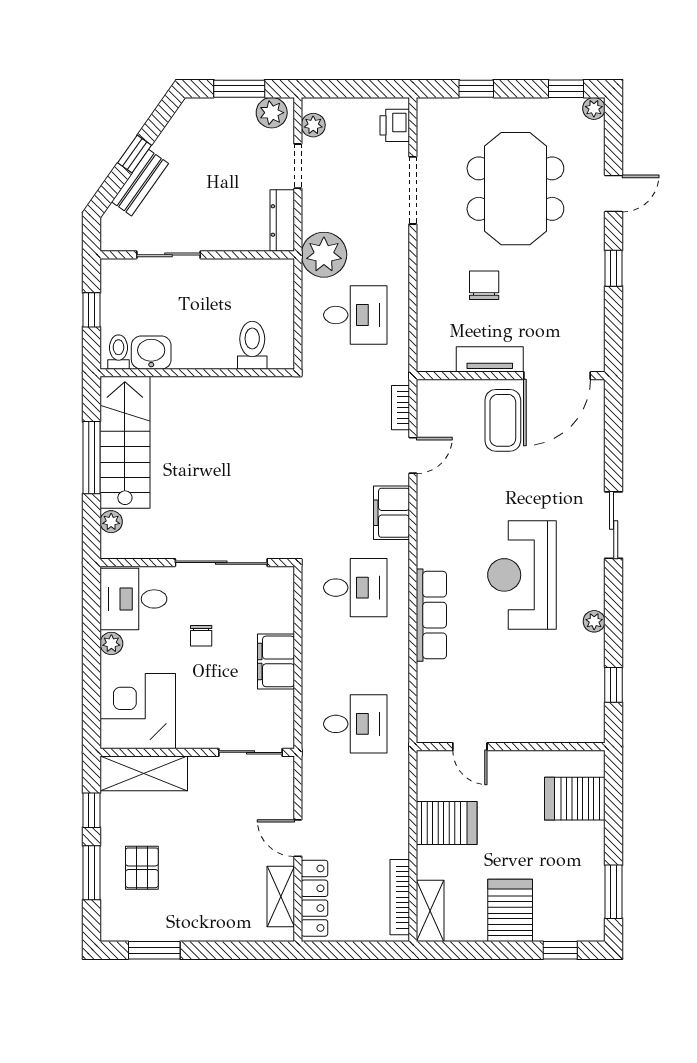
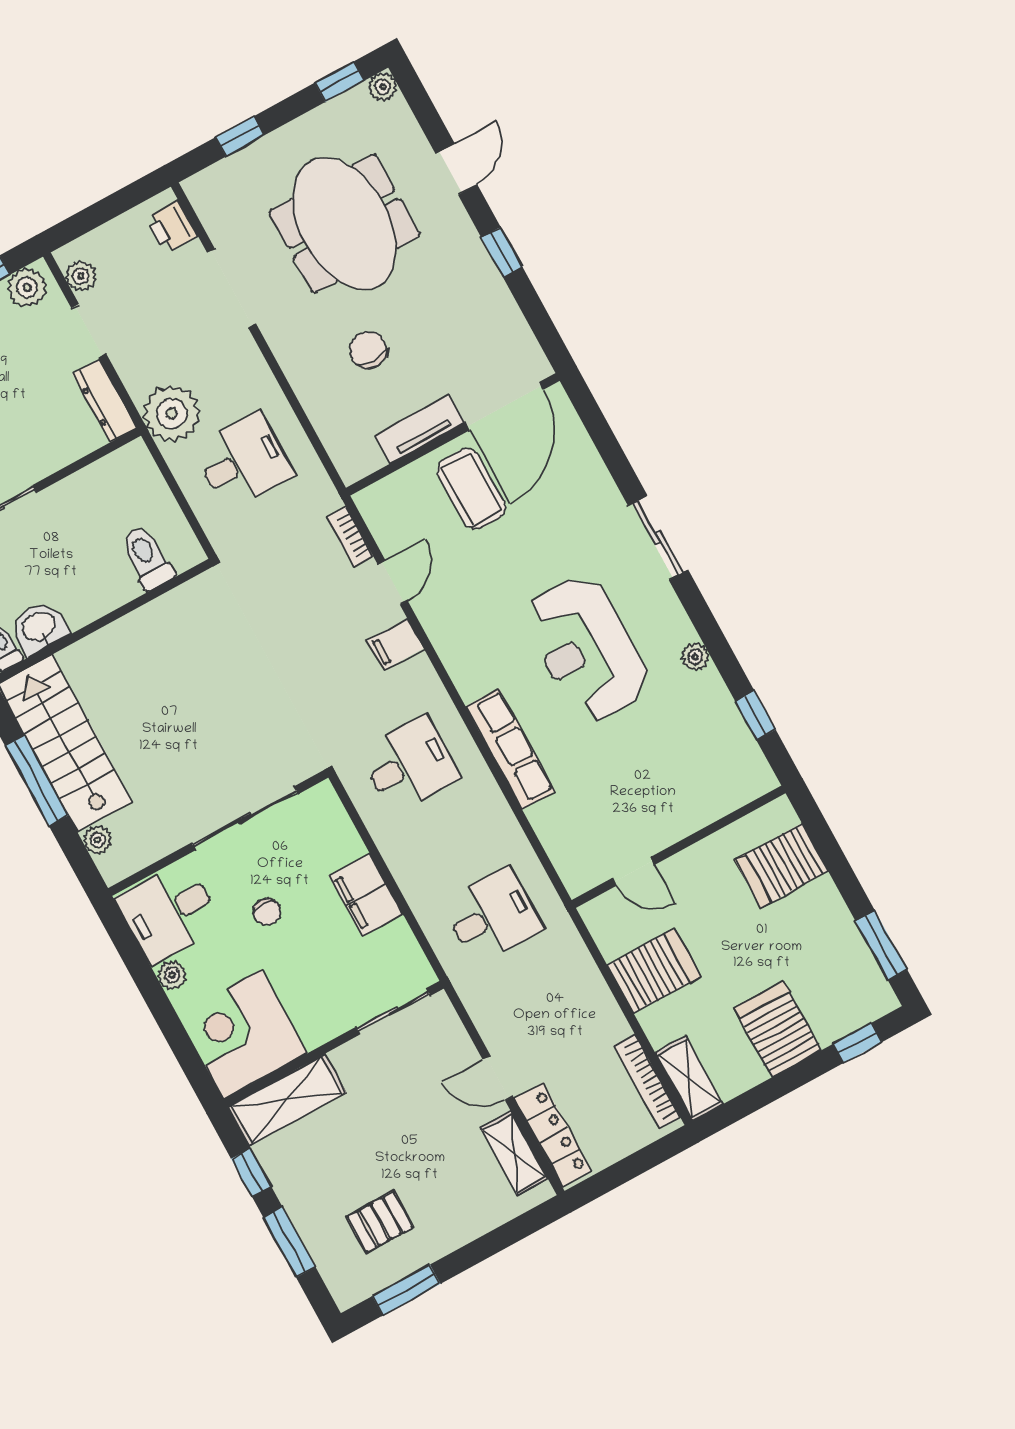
filing cabinet: (391, 513) -> (396, 644), width x0.50
pallet: (142, 868) -> (380, 1222), moved, turned 90

